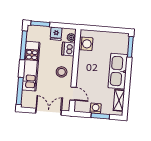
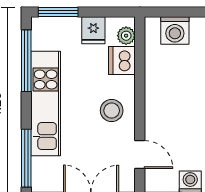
washing machine: (86, 44) -> (175, 31), moved, turned 90

